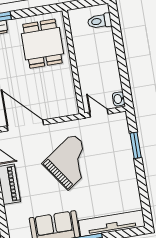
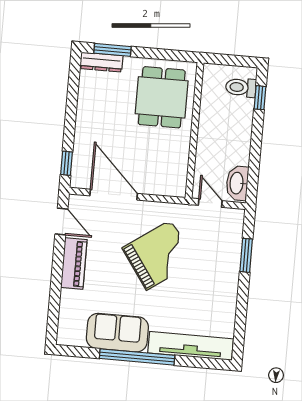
window: (116, 25) -> (260, 98), added
washbasin: (119, 99) -> (237, 183), width x1.91, depth x1.45

